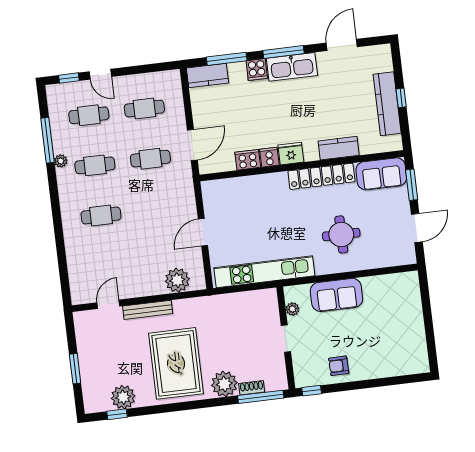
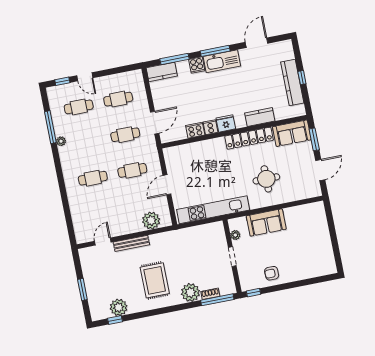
cafe table: (95, 165) -> (132, 170), moved
rug: (176, 363) -> (155, 280), width x0.73, depth x0.69

